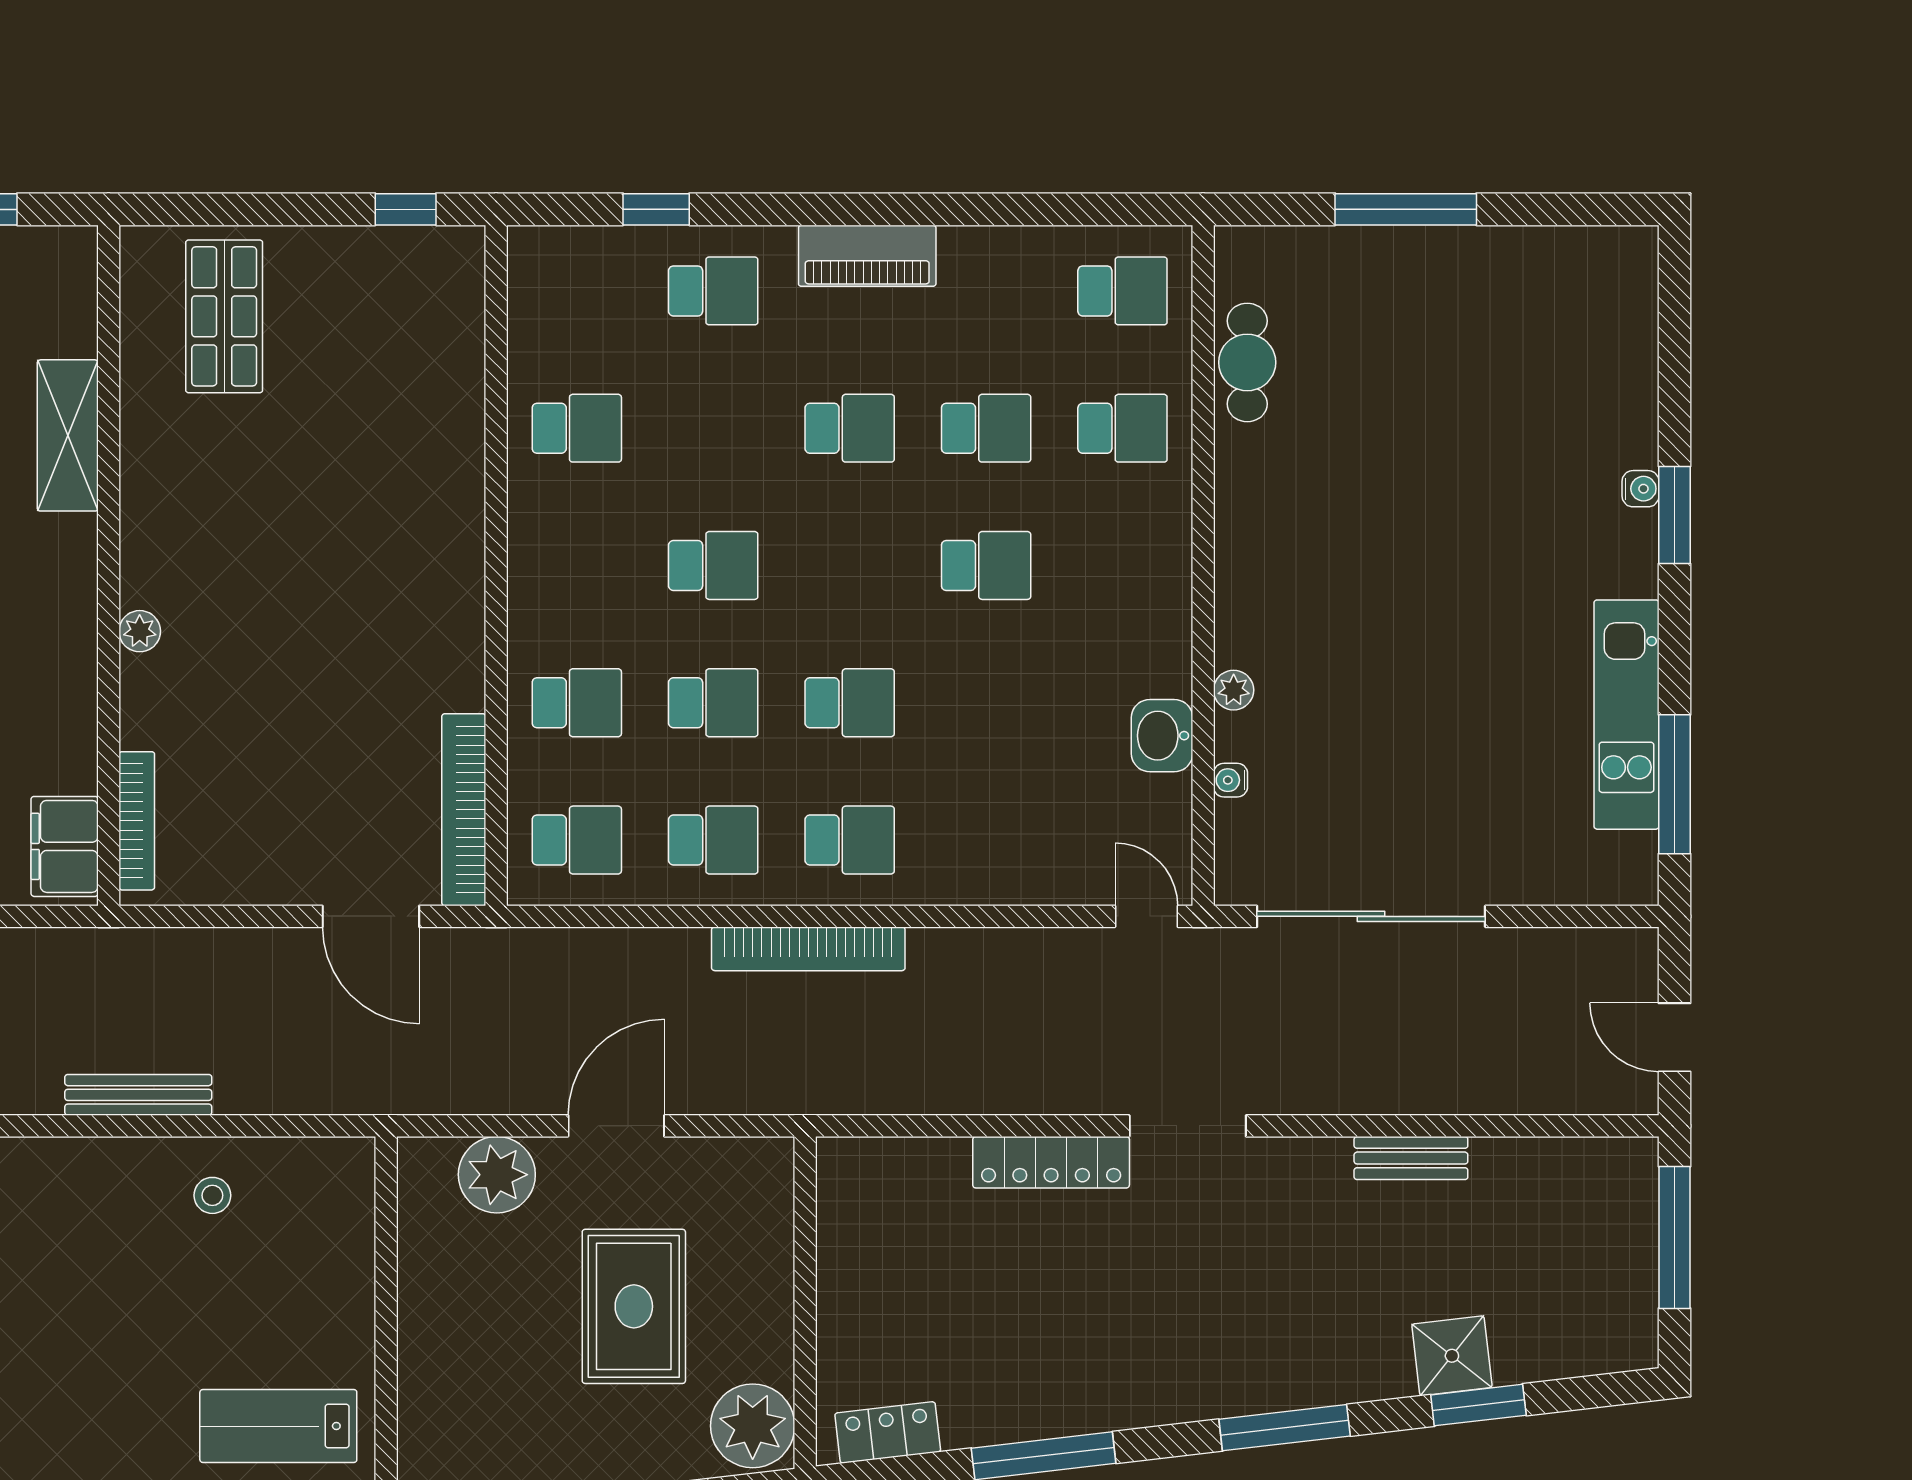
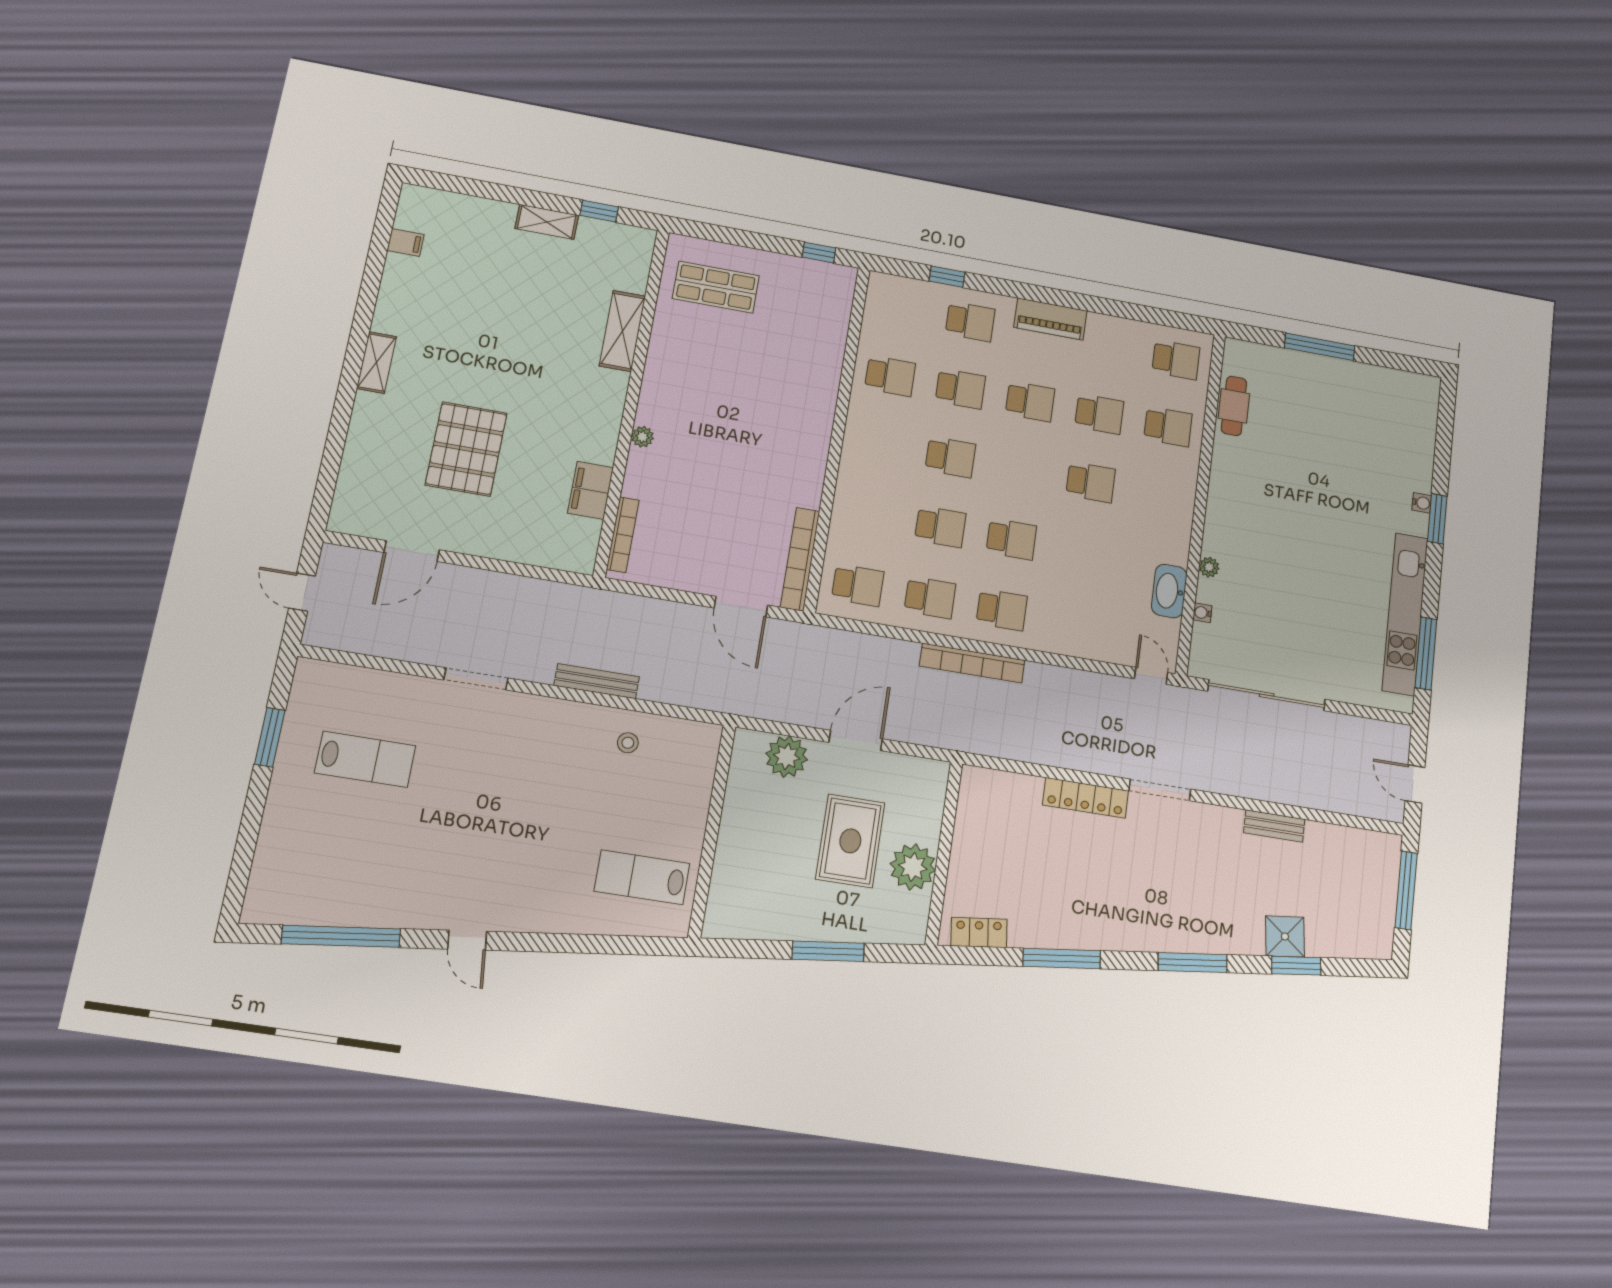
shop shelf: (224, 316) -> (716, 287), turned 90
school desk: (577, 703) -> (960, 389), moved
kitchen unit: (1626, 715) -> (1405, 614), width x1.36
washbasin: (1162, 736) -> (1169, 591), width x1.38
filing cabinet: (65, 846) -> (591, 490), moved
plant: (753, 1426) -> (913, 867), moved

